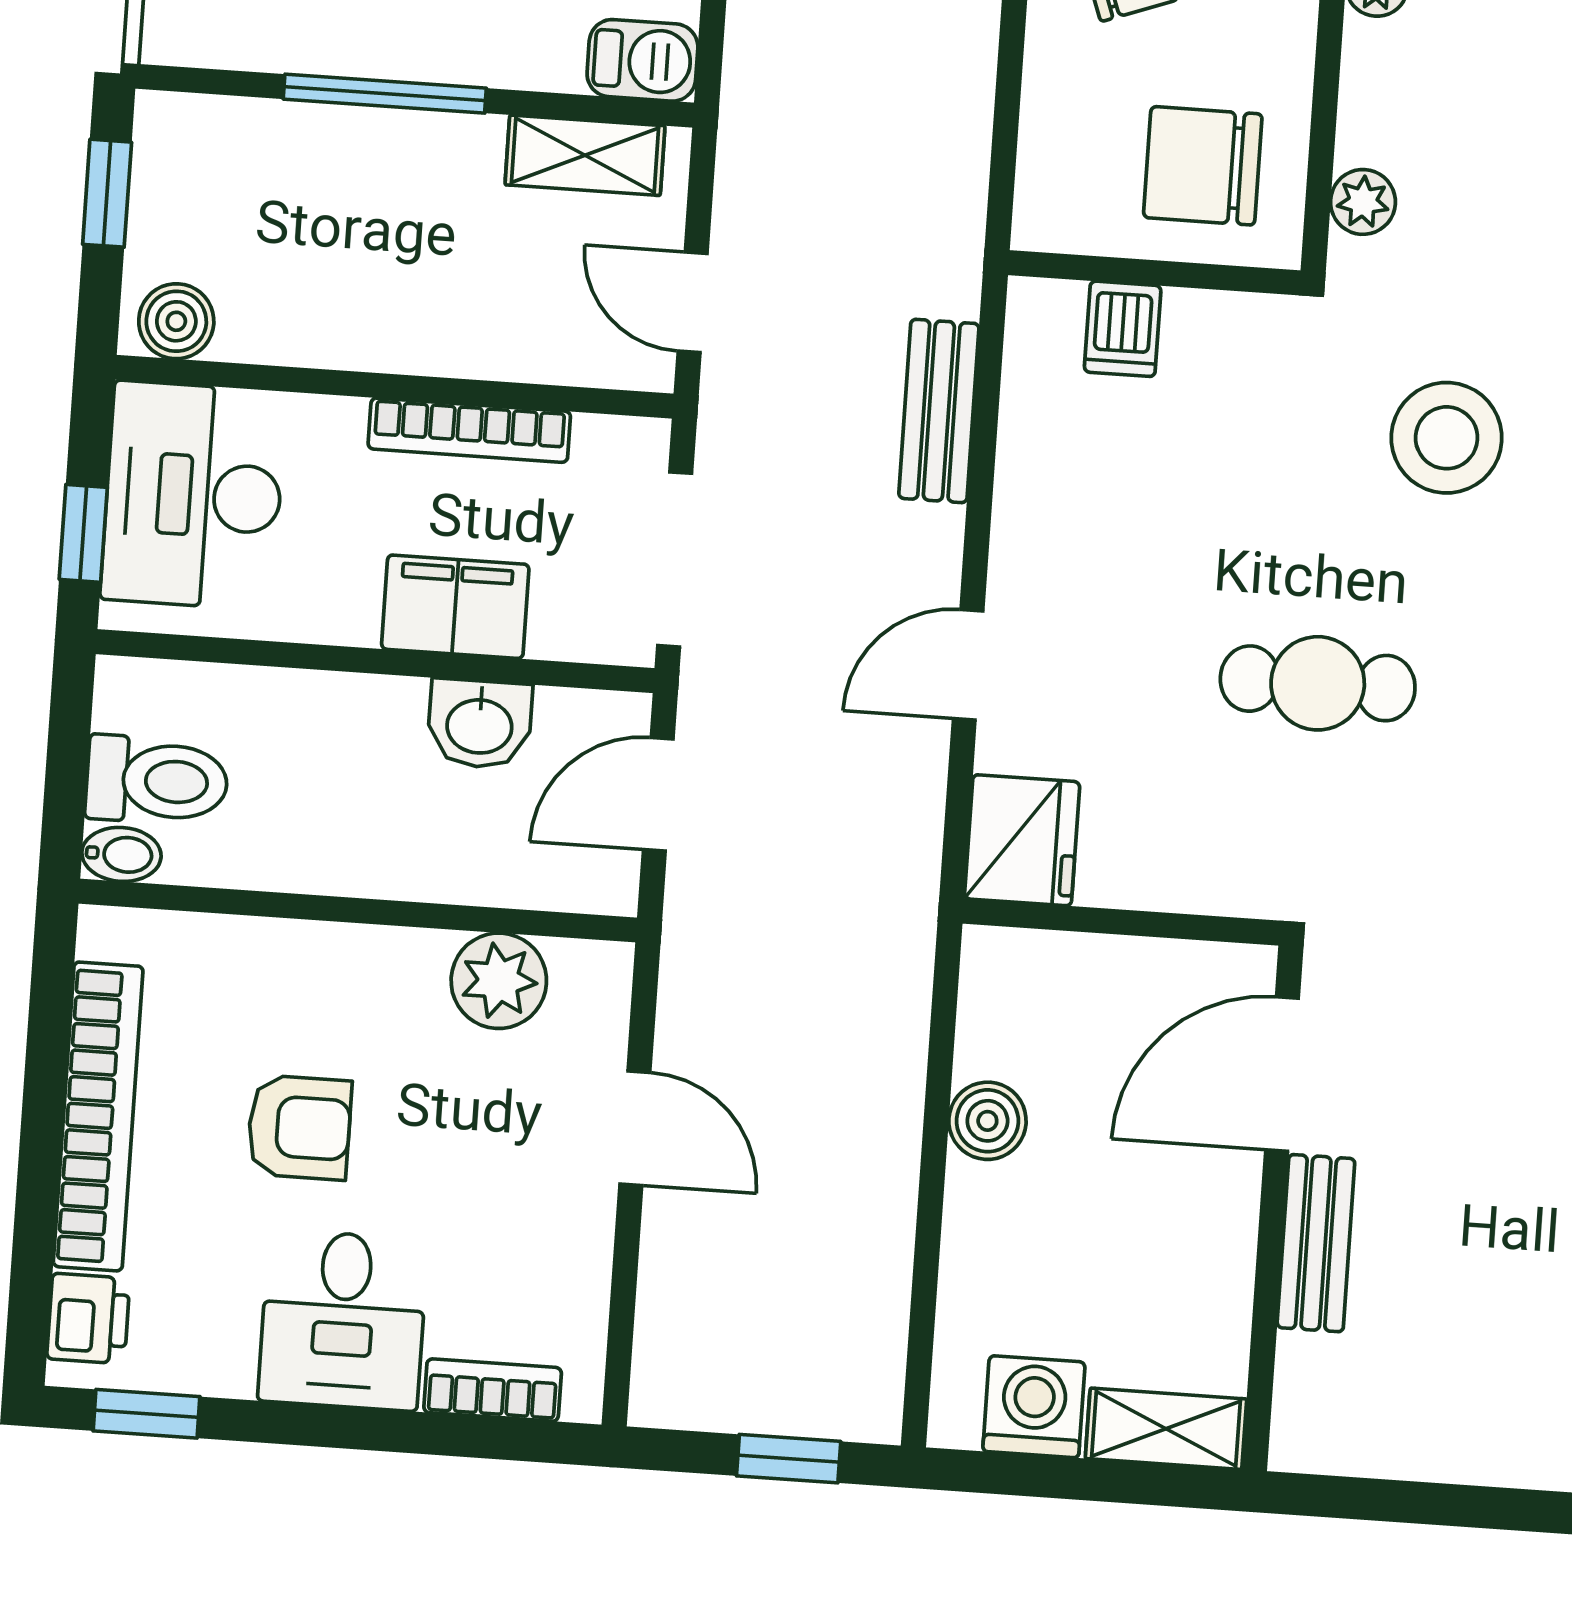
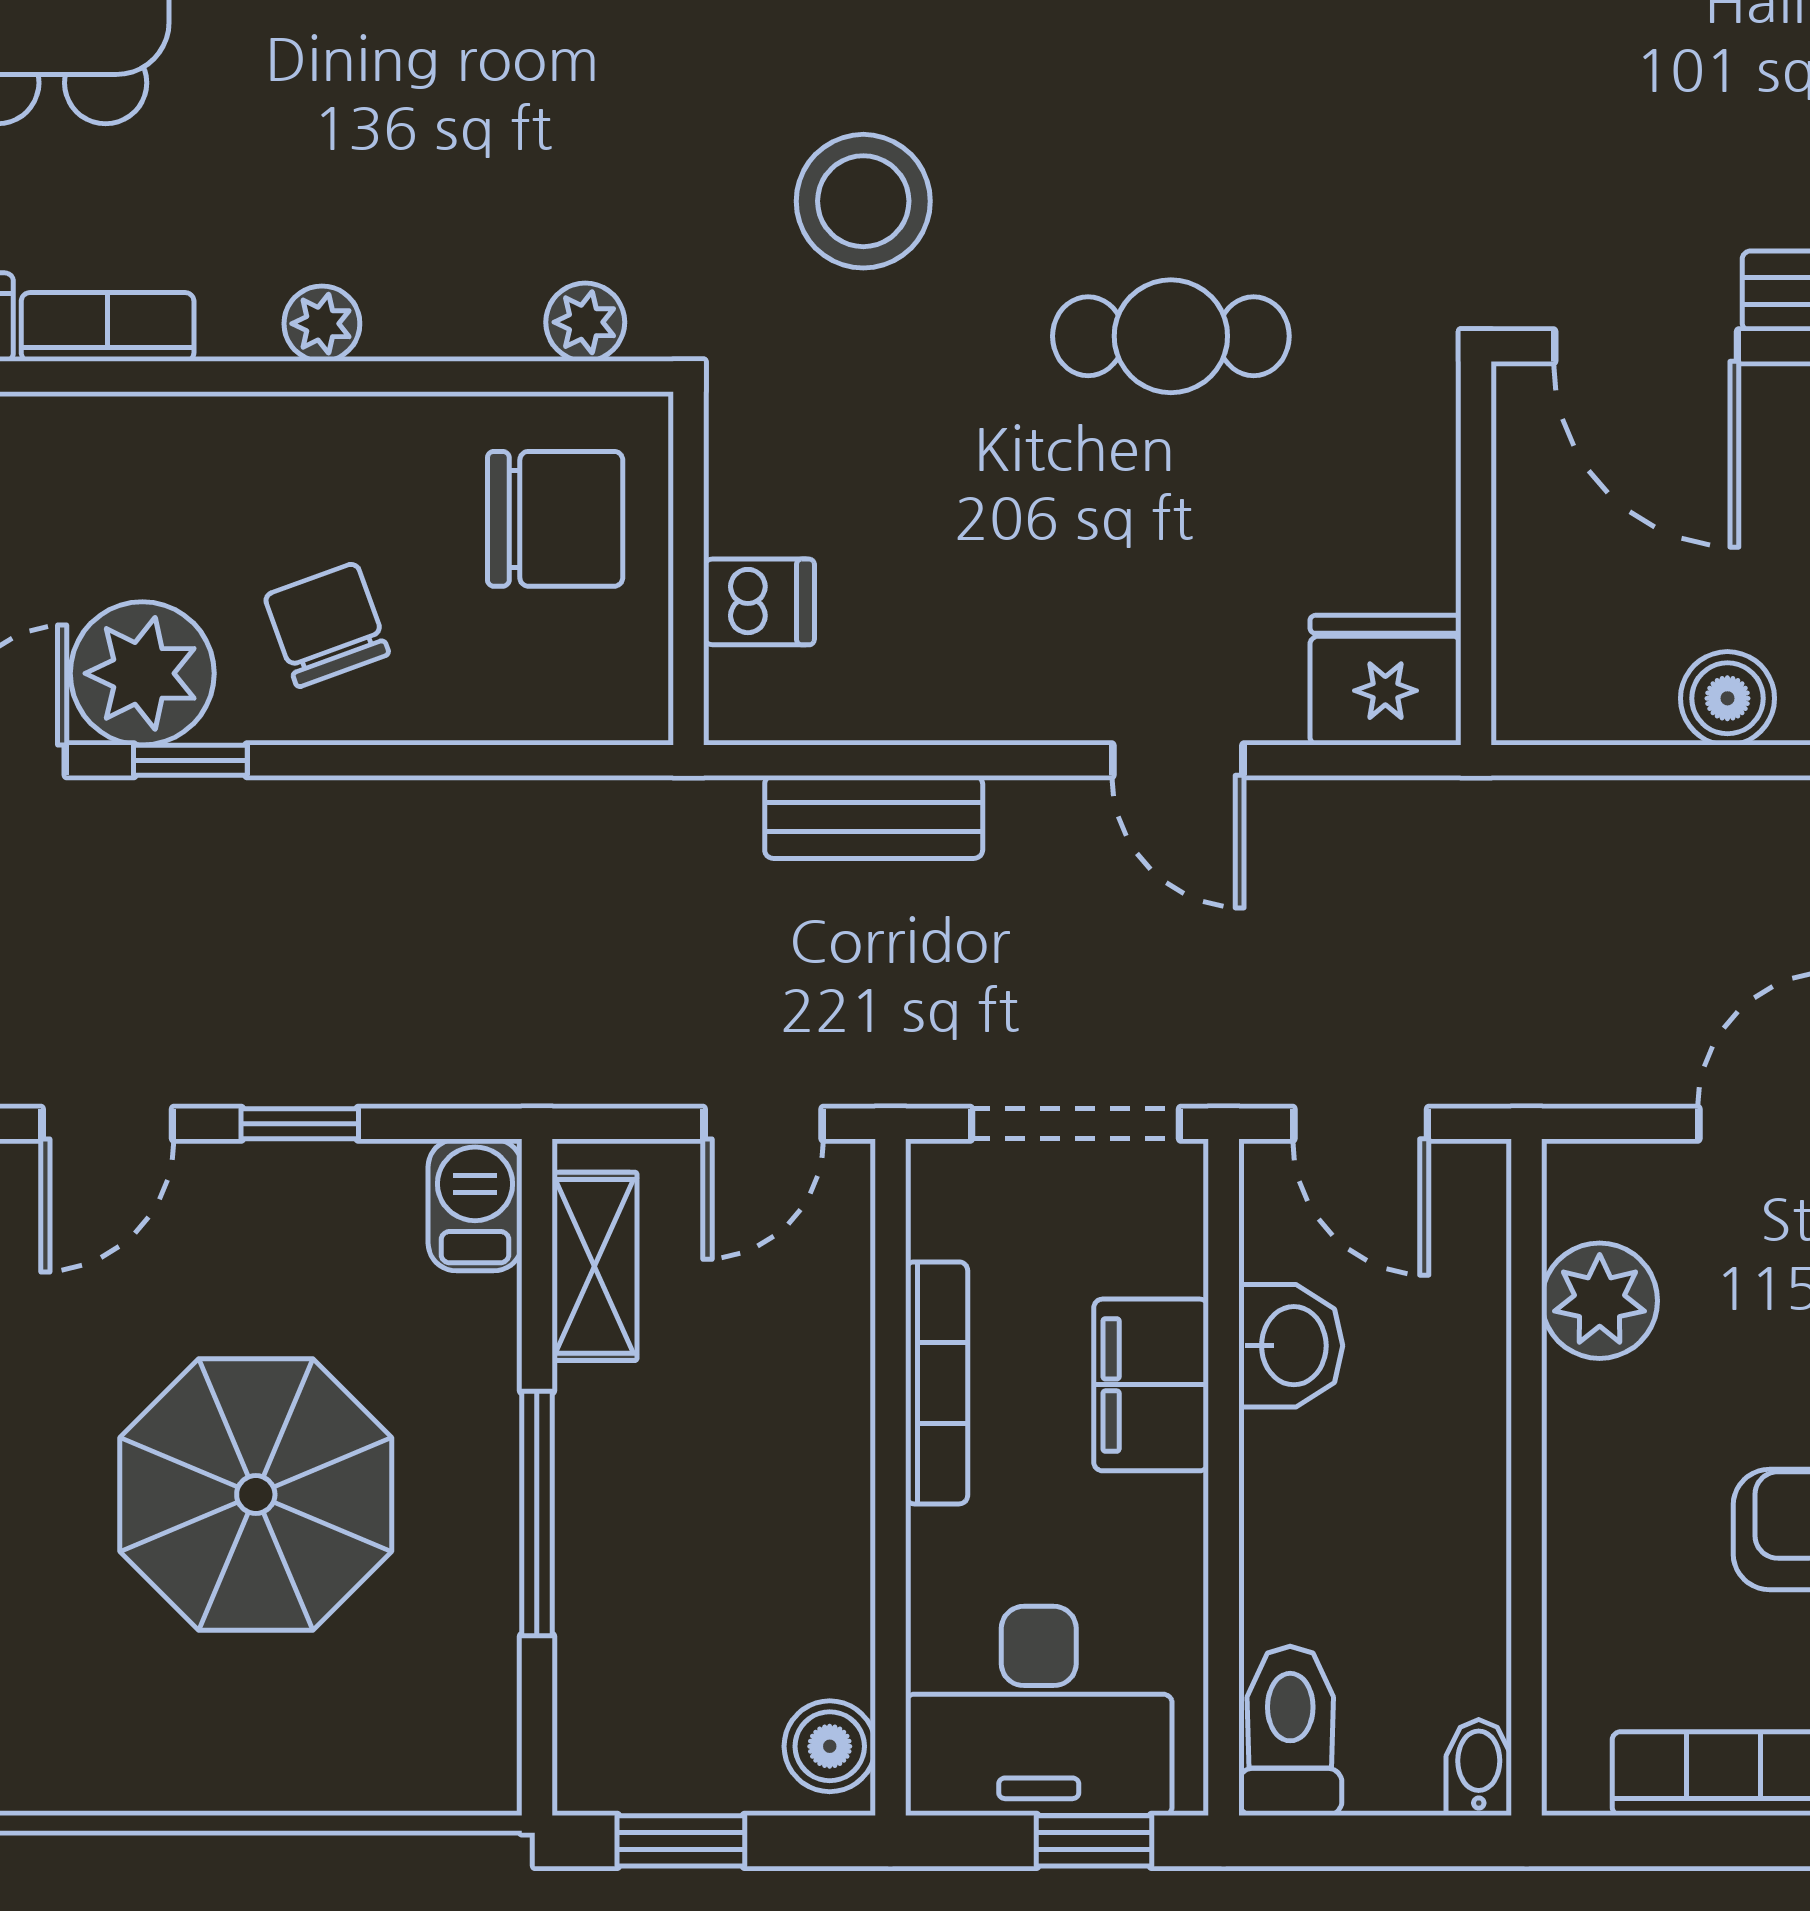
chair: (1203, 166) -> (555, 519), turned -90
cafe table: (1318, 683) -> (1171, 336), turned 90
toilet: (157, 781) -> (1290, 1731), moved

